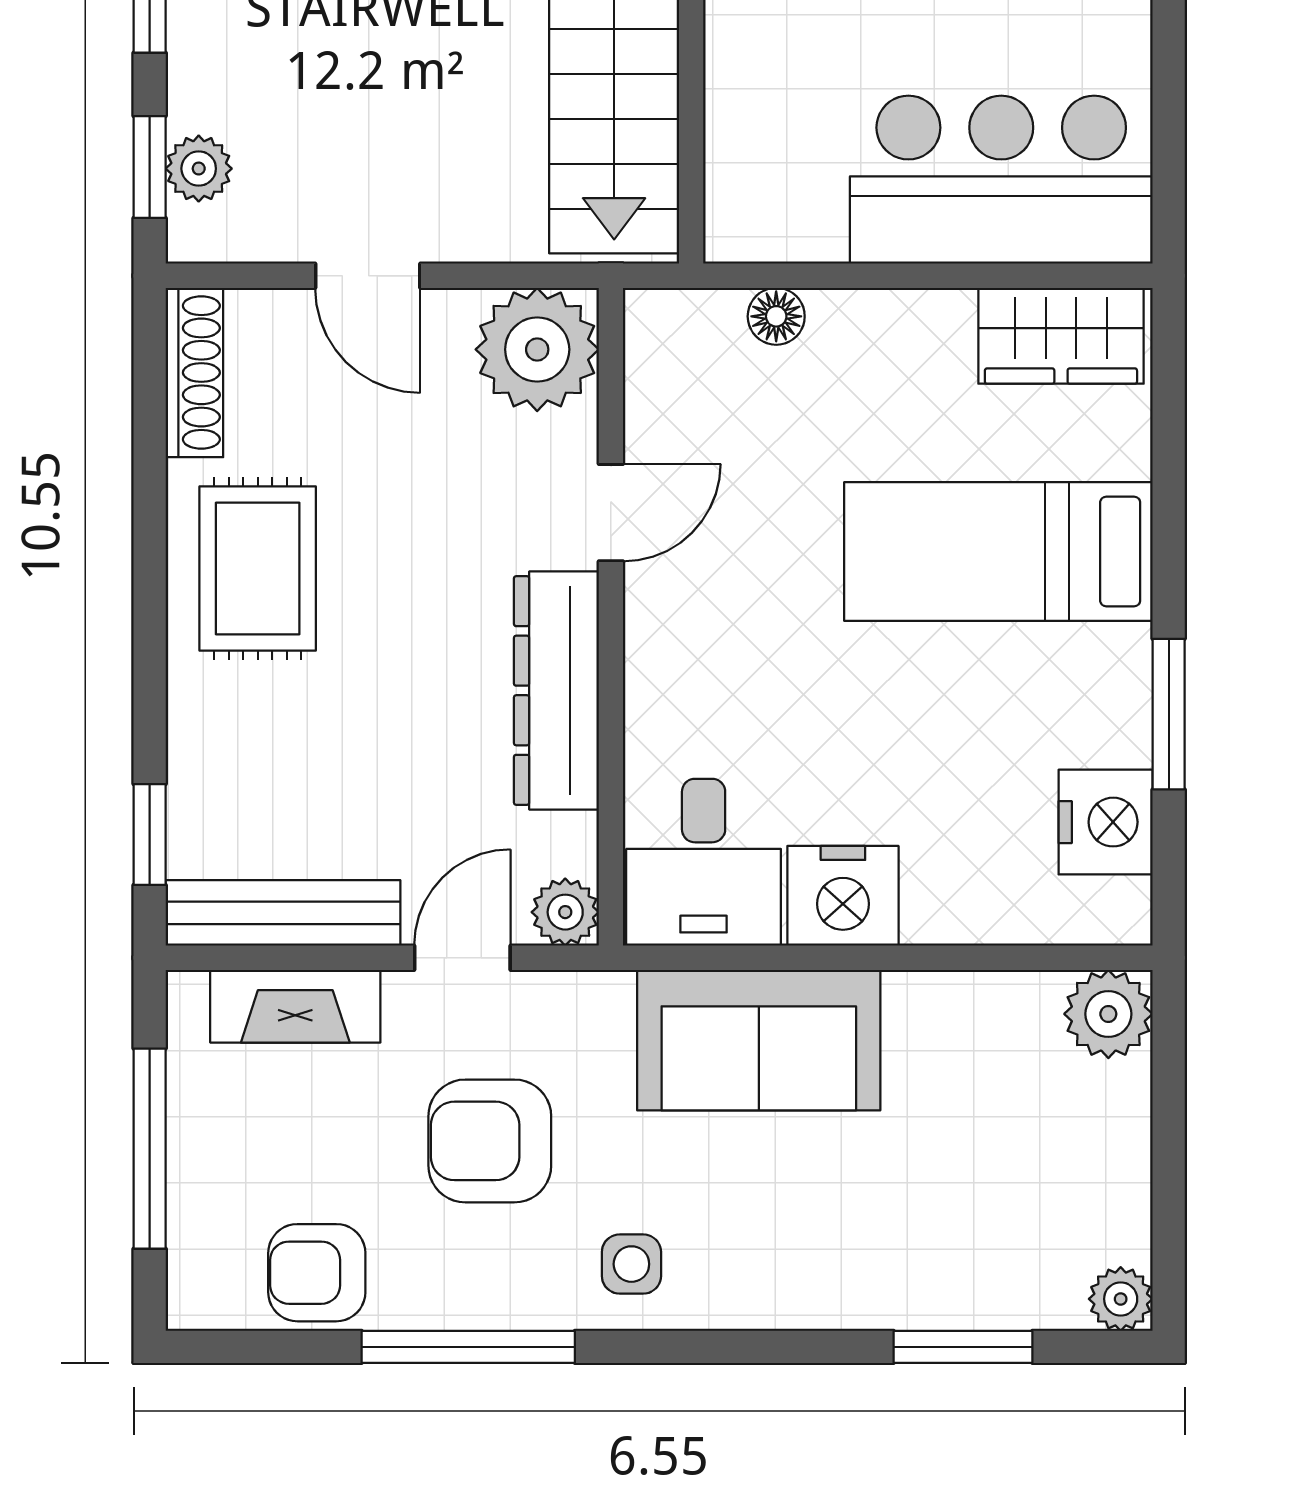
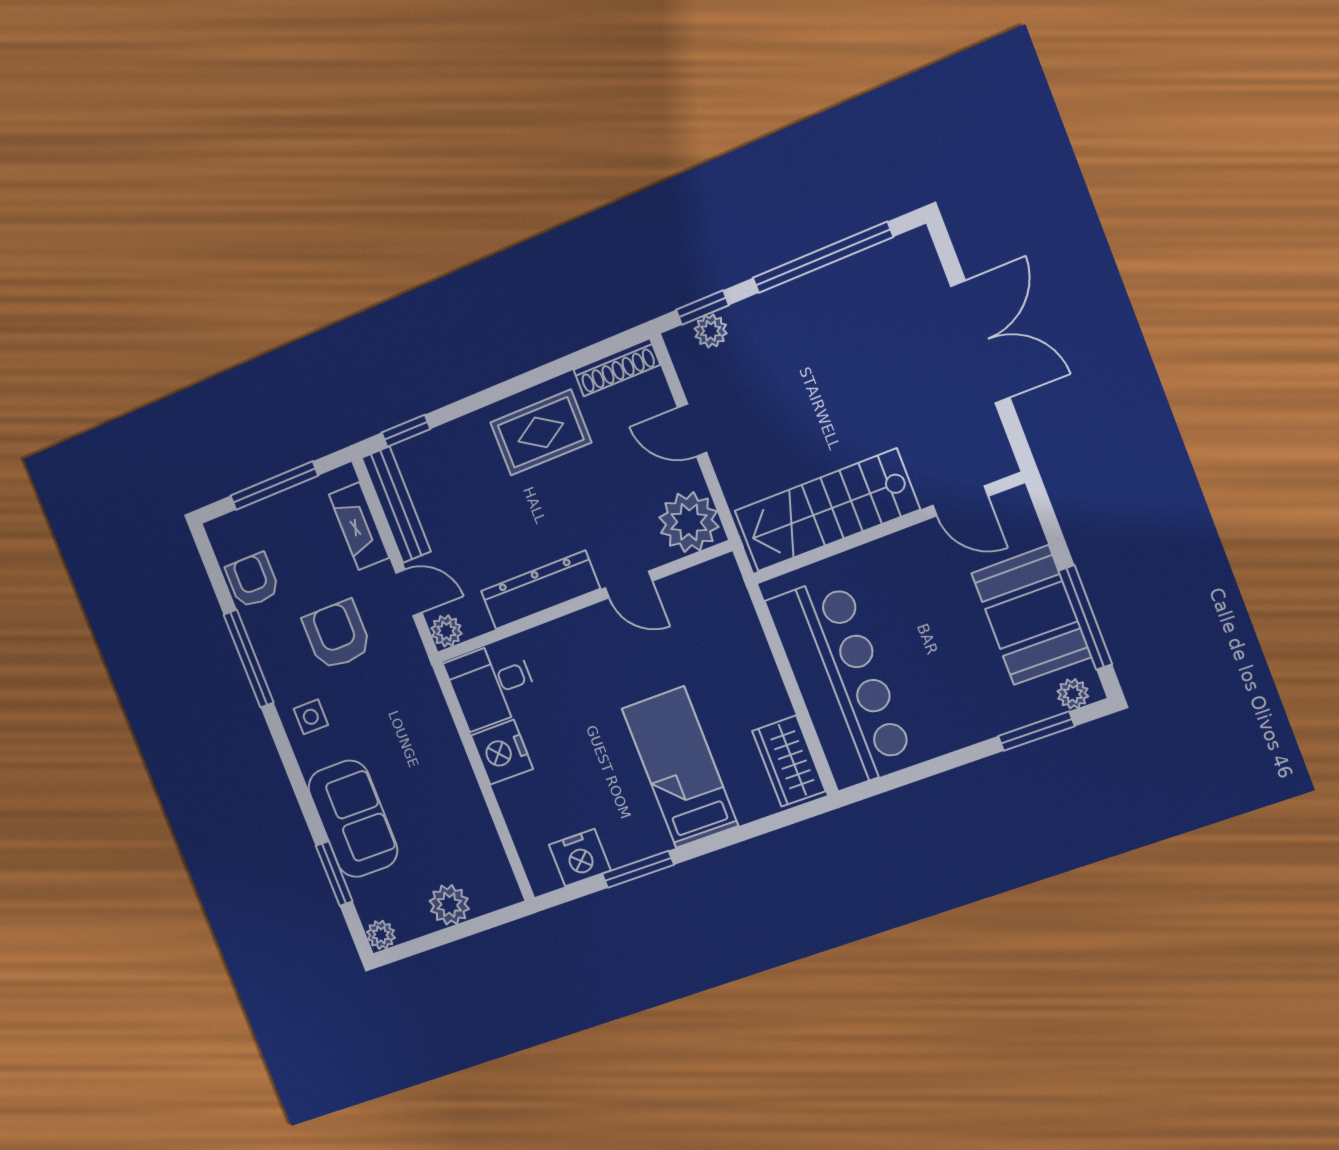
bar counter: (1001, 180) -> (840, 682), width x1.36
door: (368, 276) -> (692, 430), hinge flipped
floor lamp: (776, 316) -> (747, 627), removed
plant: (1108, 1014) -> (449, 905), moved
sofa: (759, 1040) -> (353, 819), moved, turned 180

